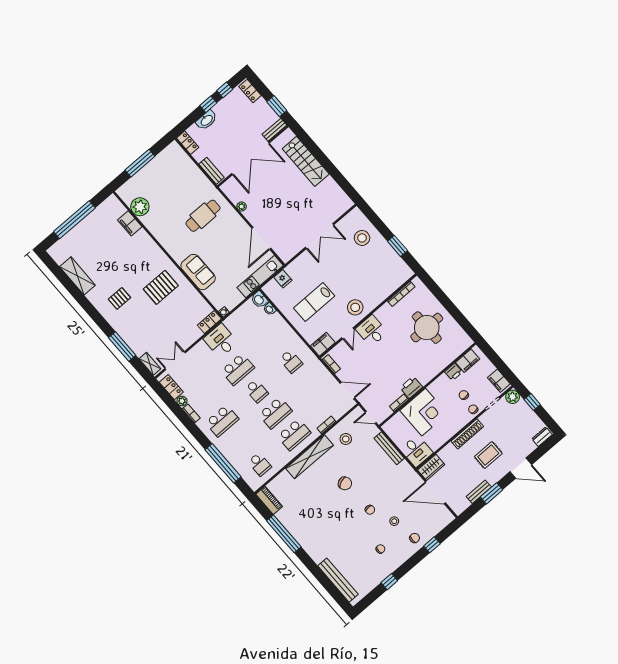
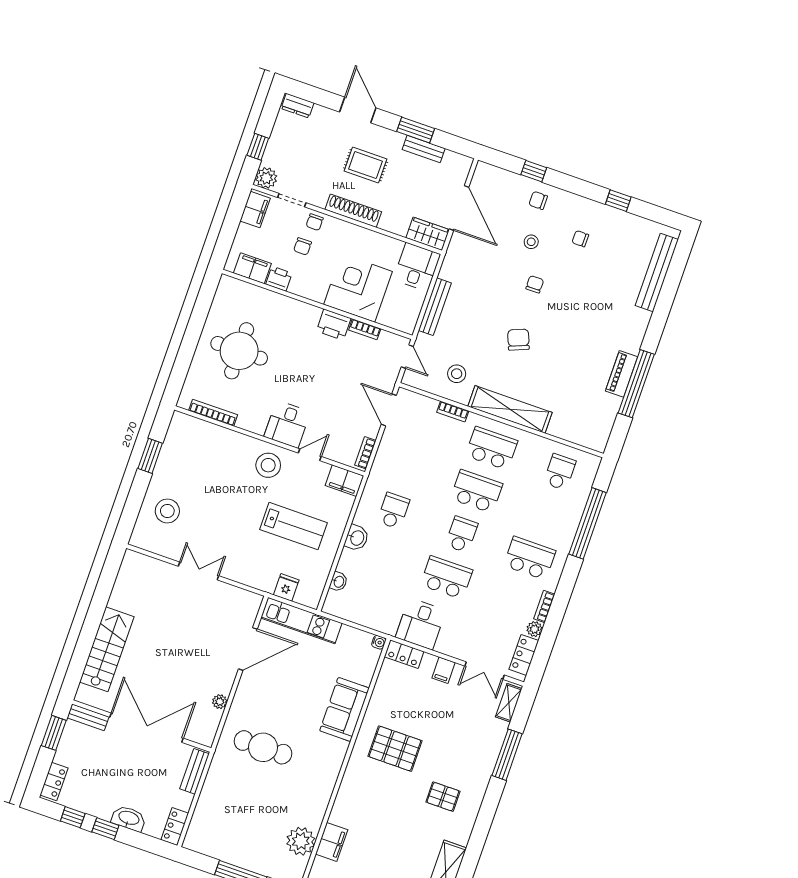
double door: (319, 236) -> (198, 571), width x0.73
washbasin: (259, 300) -> (357, 538), moved
filing cabinet: (188, 338) -> (444, 670), added
piano: (269, 500) -> (621, 374), moved

